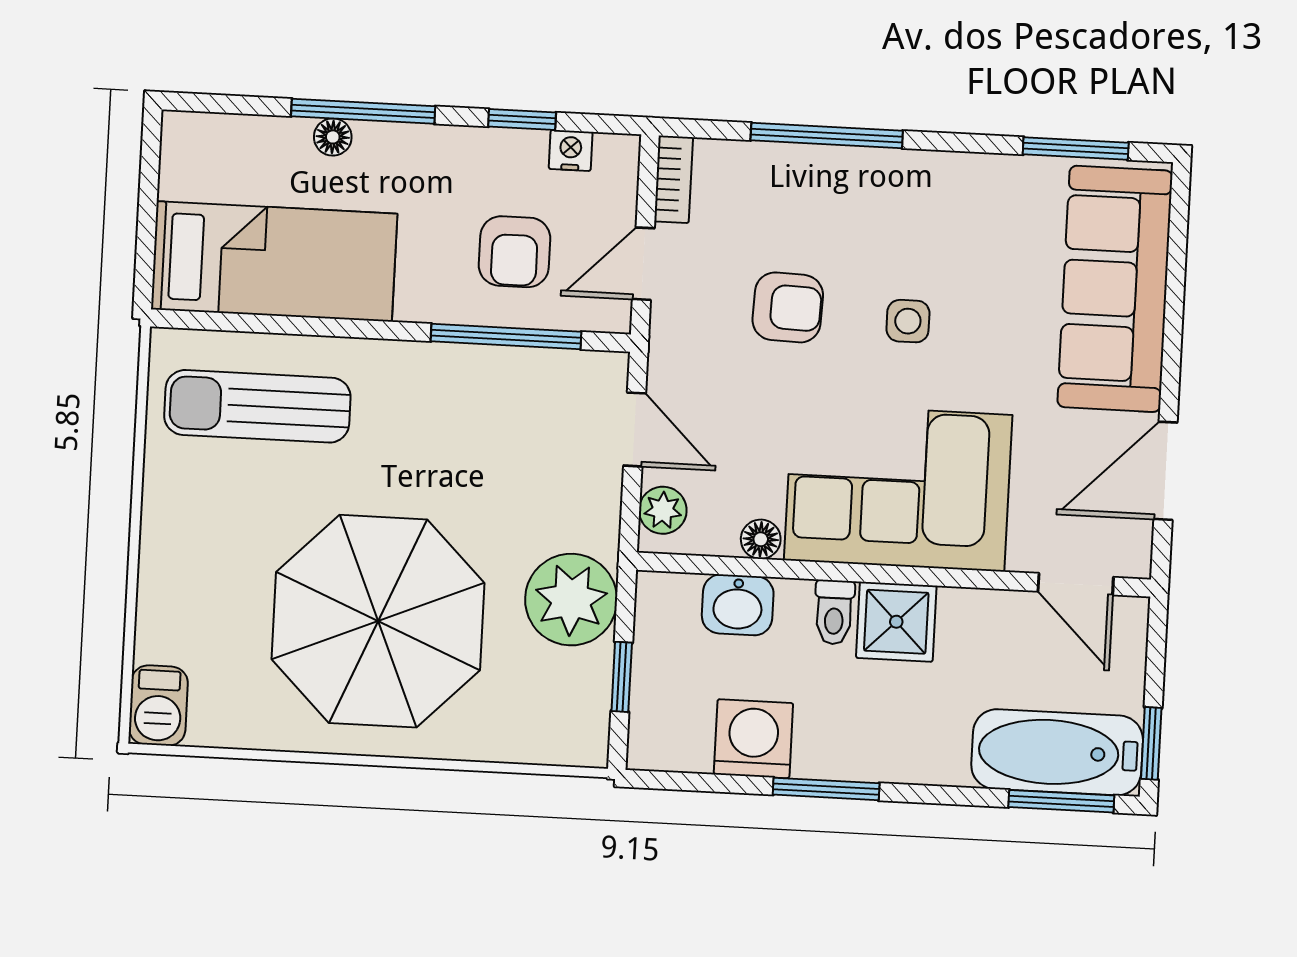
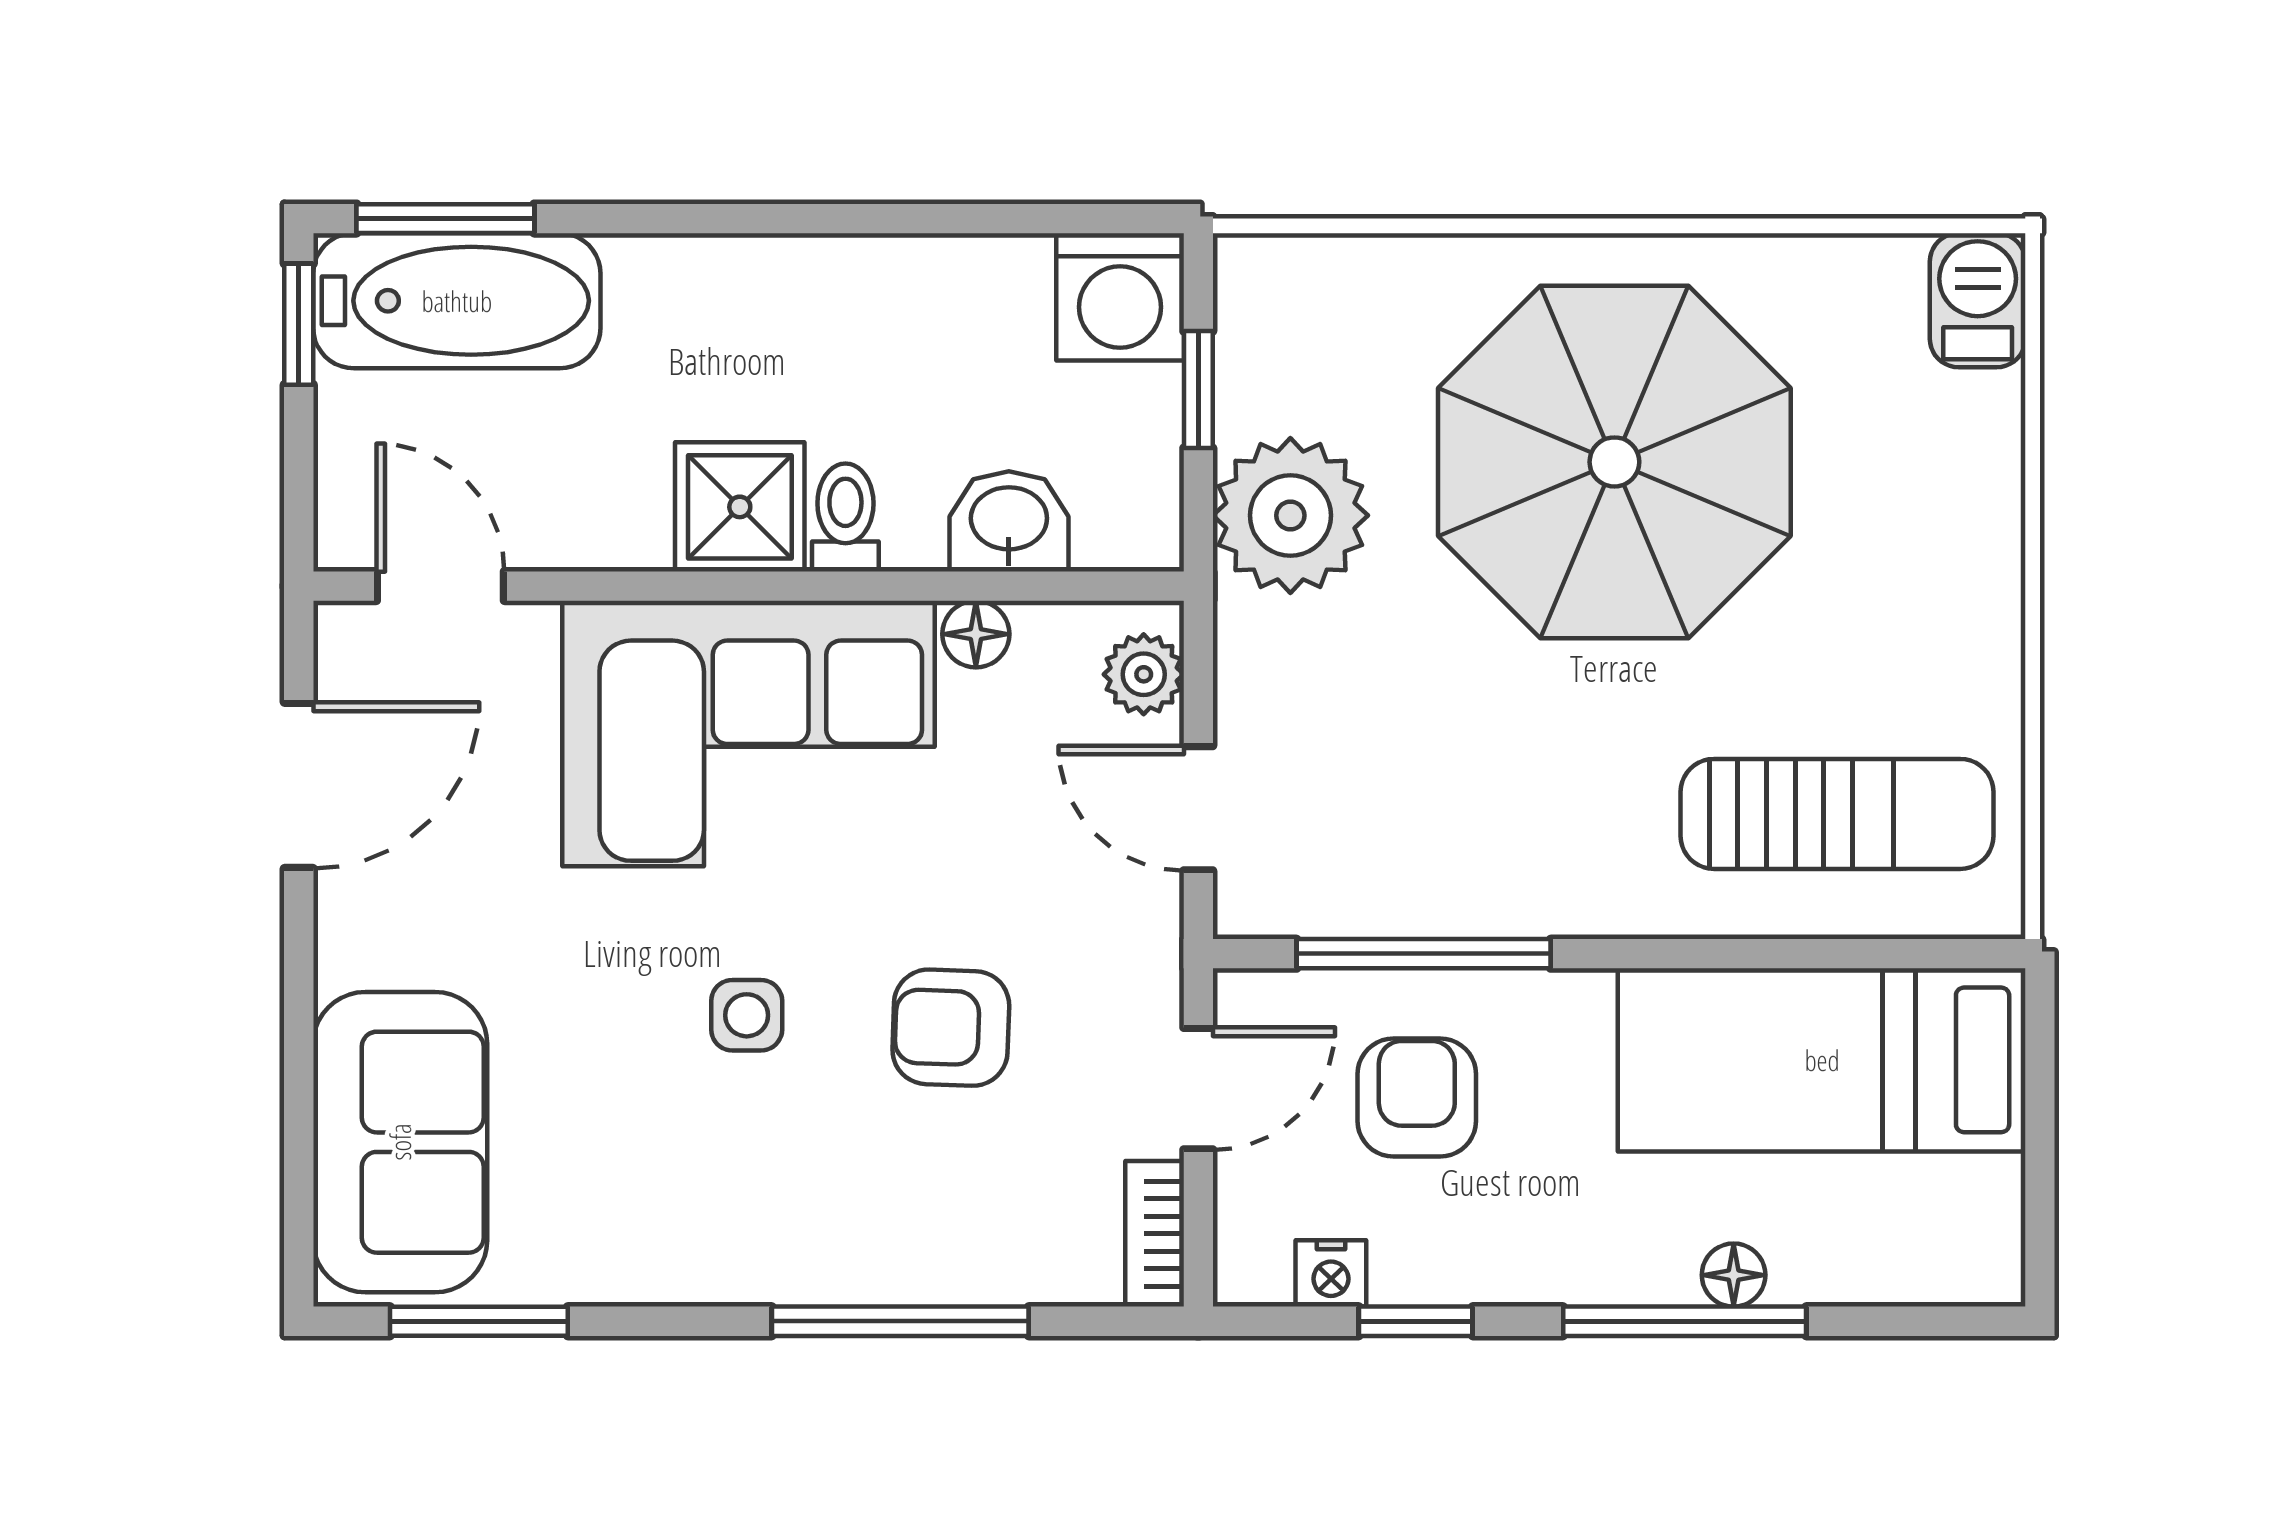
sofa: (1115, 289) -> (400, 1142), width x0.73
washing machine: (753, 739) -> (1120, 297), moved
window: (826, 789) -> (843, 219), removed

